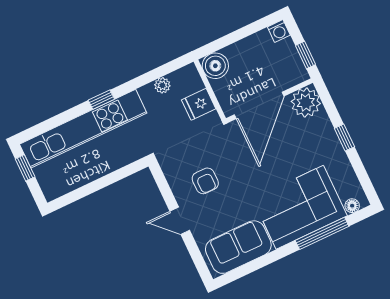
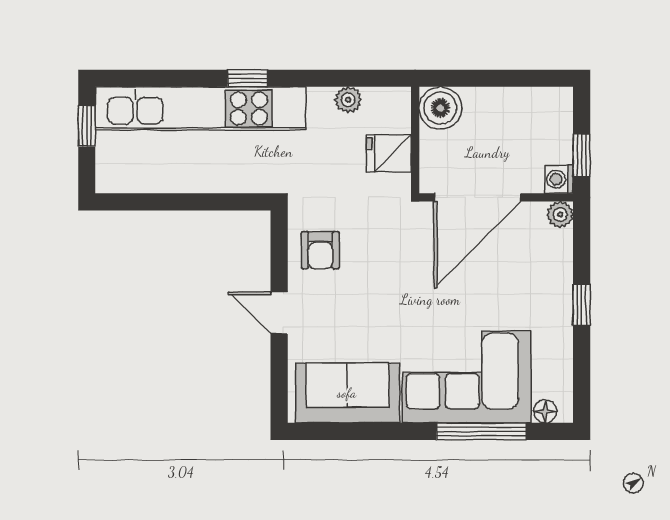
washing machine: (279, 31) -> (559, 179), moved, turned 90
plant: (306, 102) -> (560, 214), width x0.53, depth x0.53
armchair: (205, 181) -> (320, 250), moved

